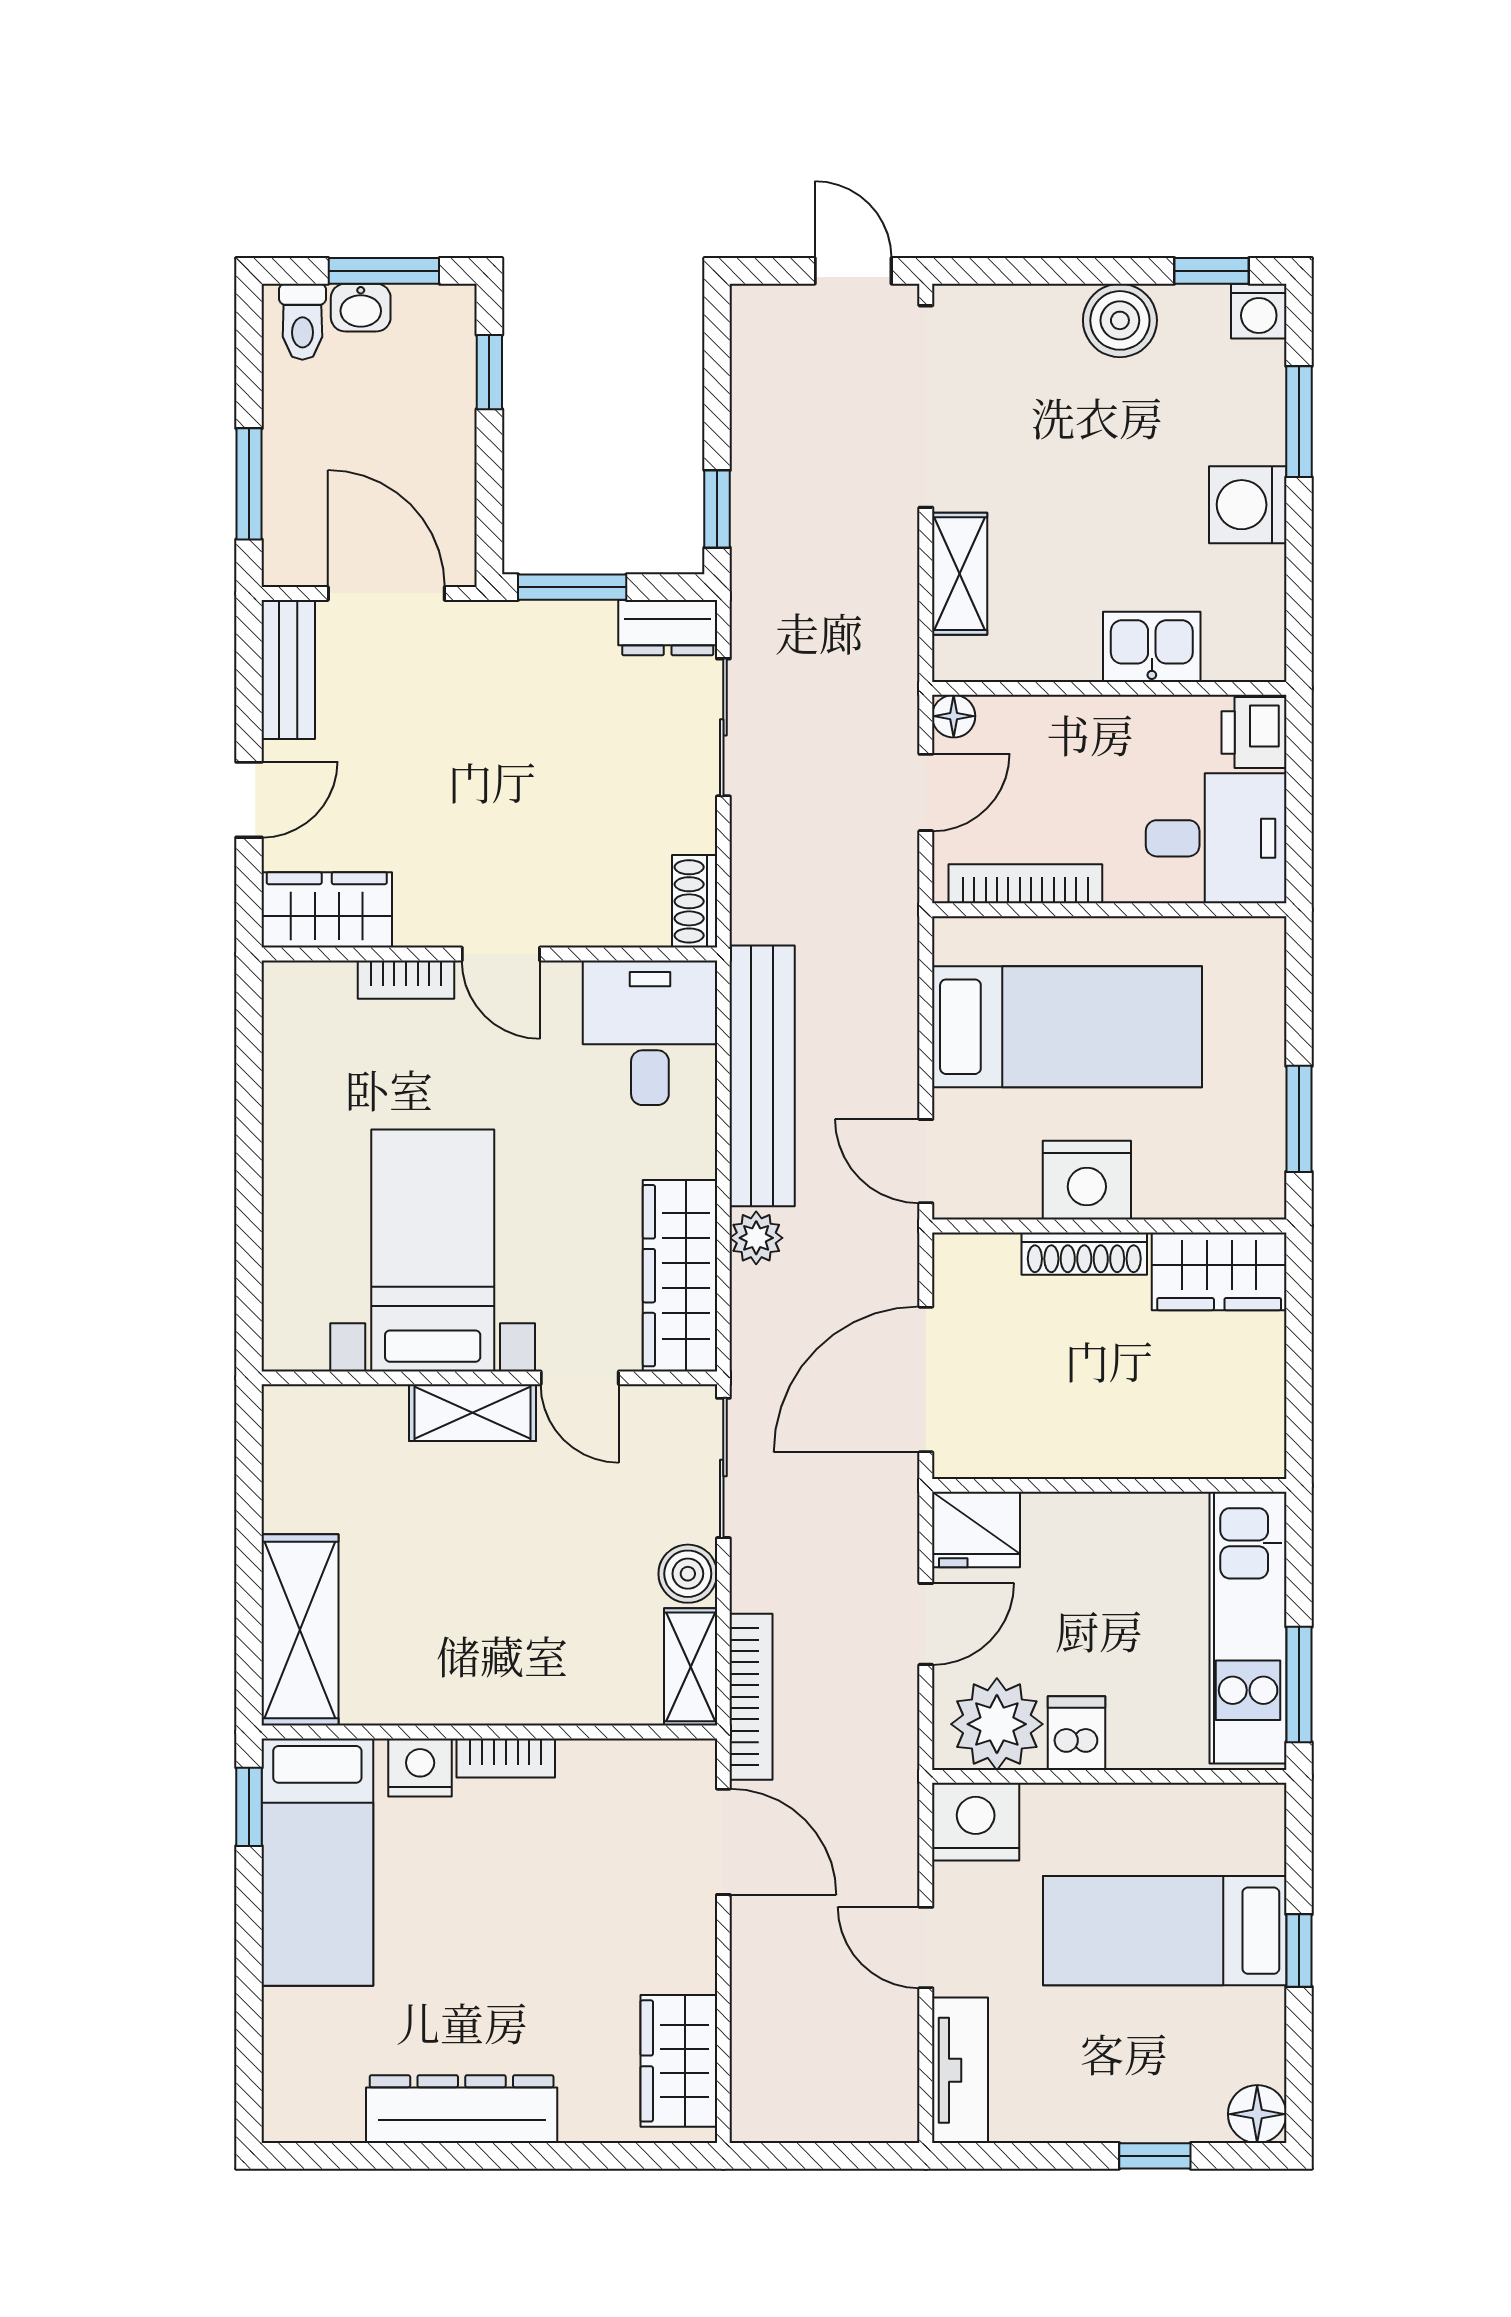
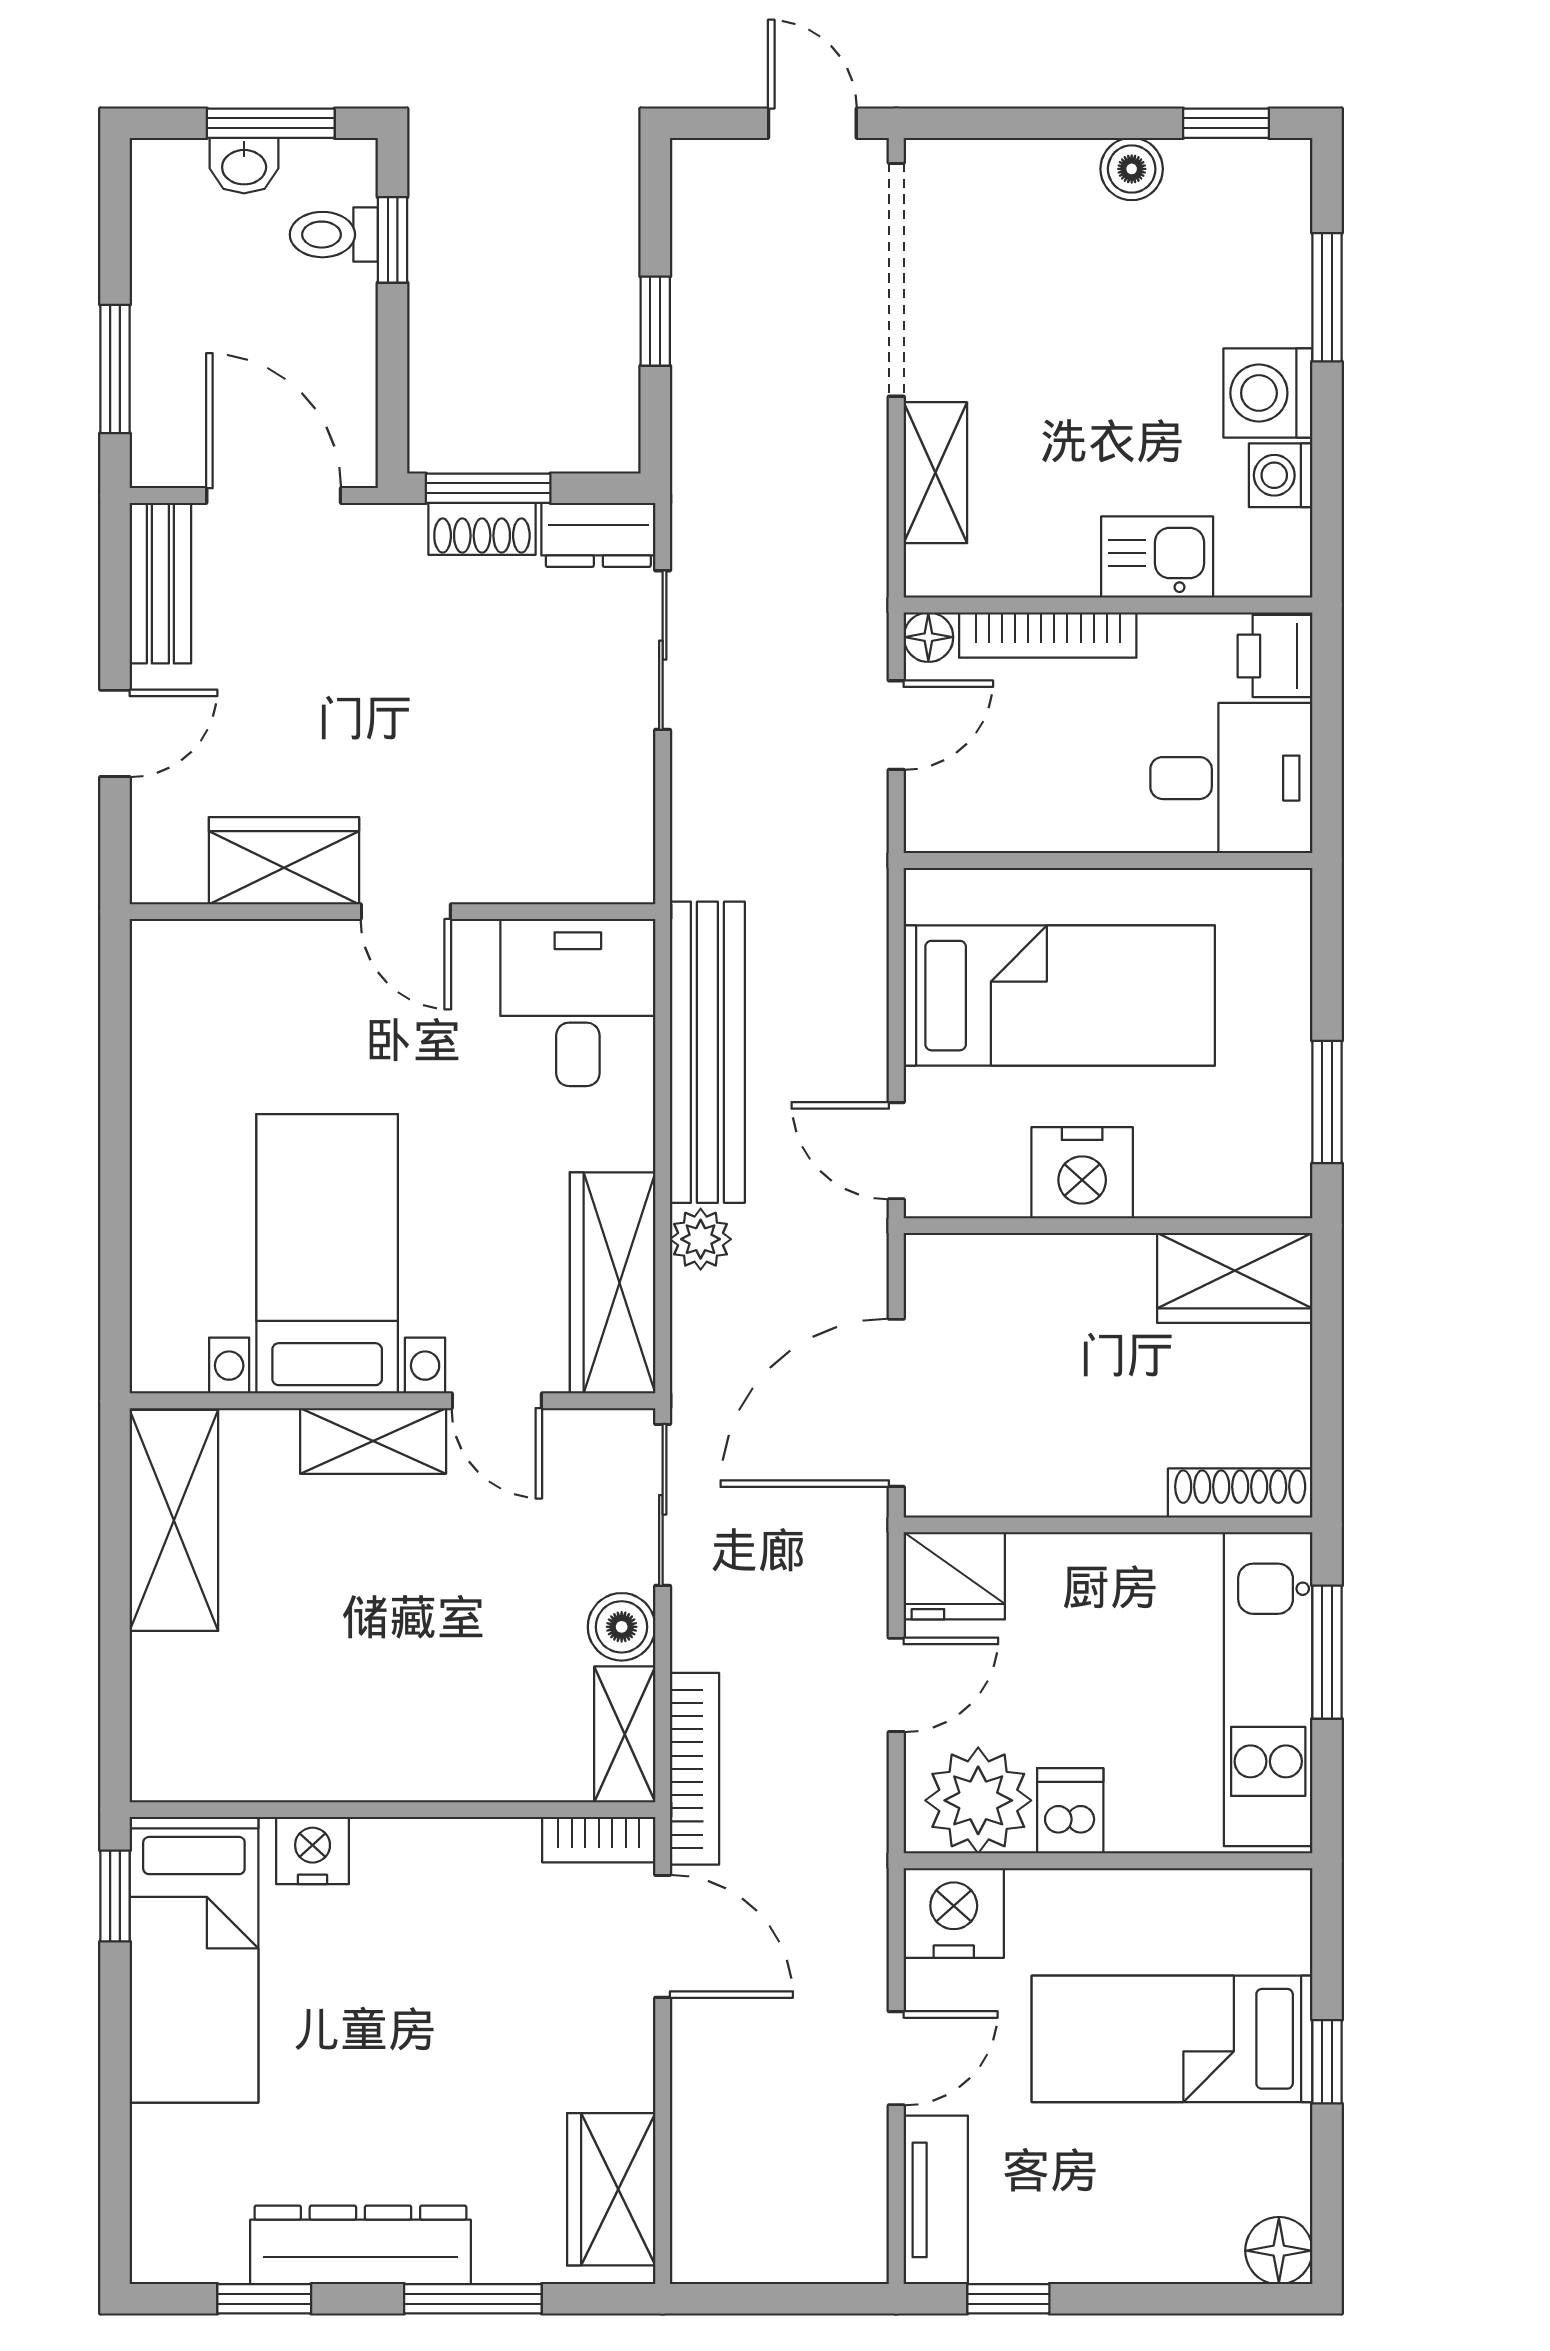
washing machine: (1259, 311) -> (1281, 475), moved, turned 90
boiler: (1120, 320) -> (1132, 169), width x0.73, depth x0.73
toilet: (302, 322) -> (334, 235), moved, turned 90
window: (717, 509) -> (655, 321), moved
bookcase: (1025, 884) -> (1048, 635), moved, turned 180
shoe rack: (695, 901) -> (482, 529), moved, turned -90
wardrobe: (327, 910) -> (284, 861), moved
bookcase: (406, 980) -> (296, 941), removed
shoe rack: (1084, 1254) -> (1240, 1493), moved, turned 180
shelving: (300, 1630) -> (174, 1520), moved
window: (1299, 1685) -> (1327, 1652), moved
bookcase: (506, 1758) -> (599, 1840), moved
door: (926, 1948) -> (896, 2058), swing flipped
window: (378, 2156) -> (264, 2299), added
window: (559, 2156) -> (473, 2299), added
window: (1155, 2156) -> (1008, 2299), moved

